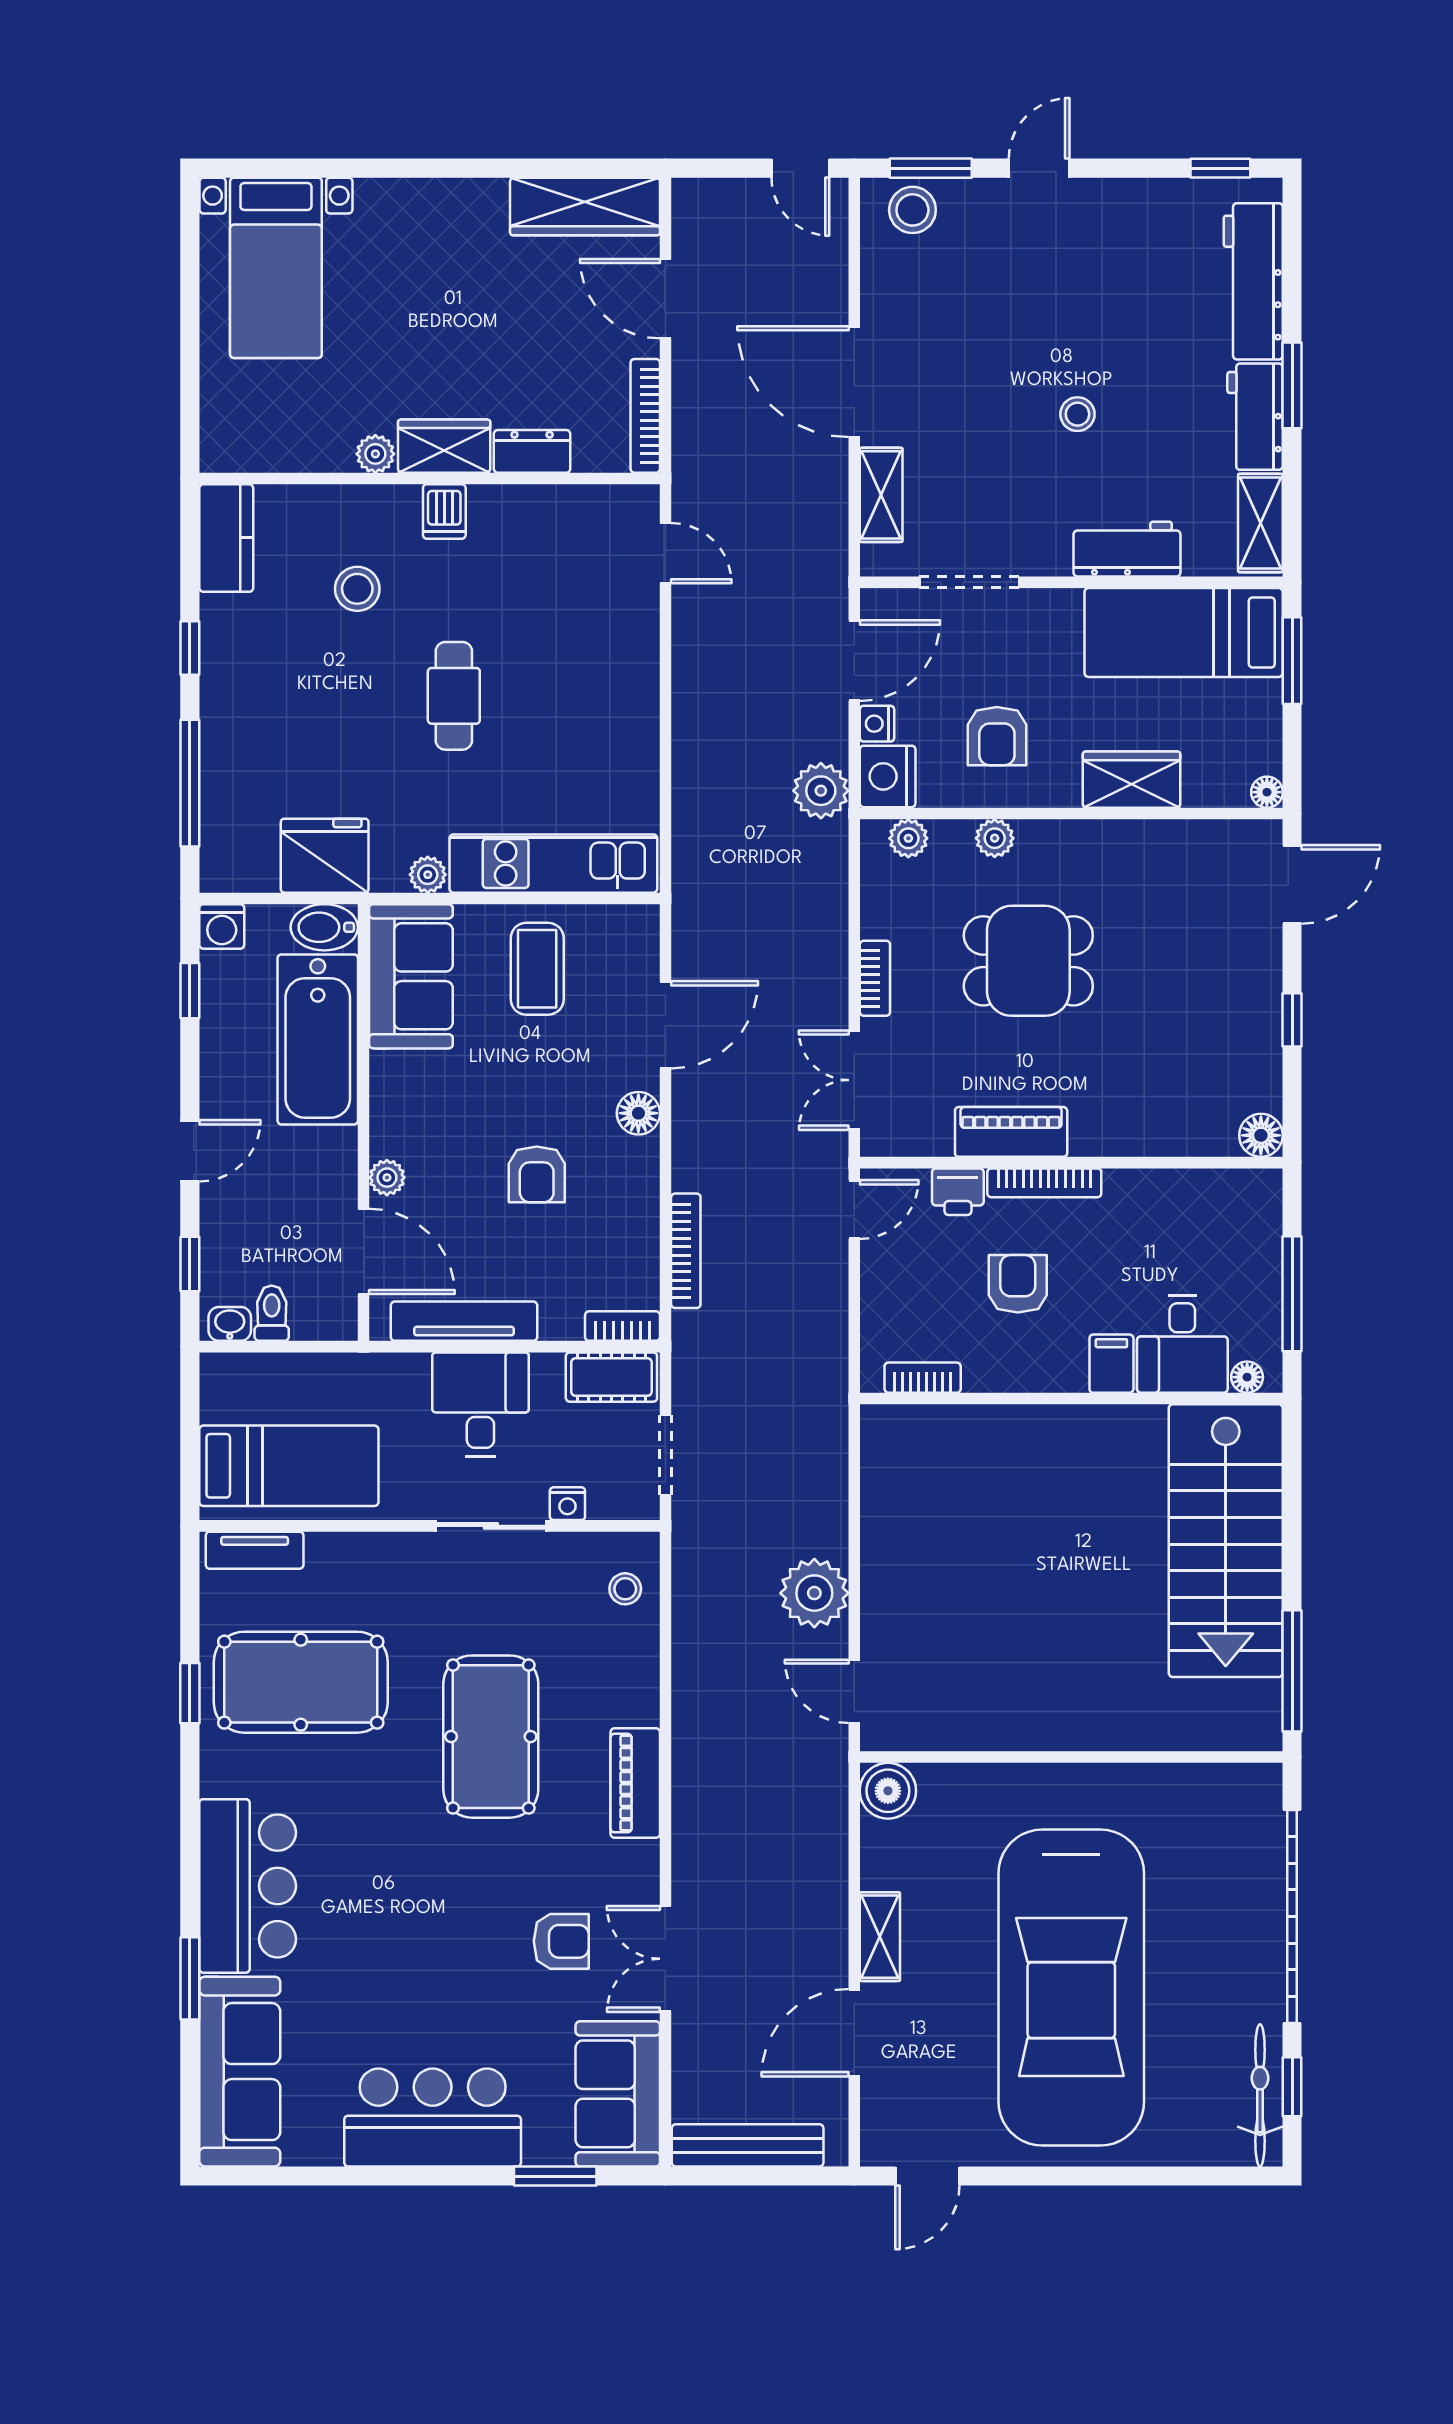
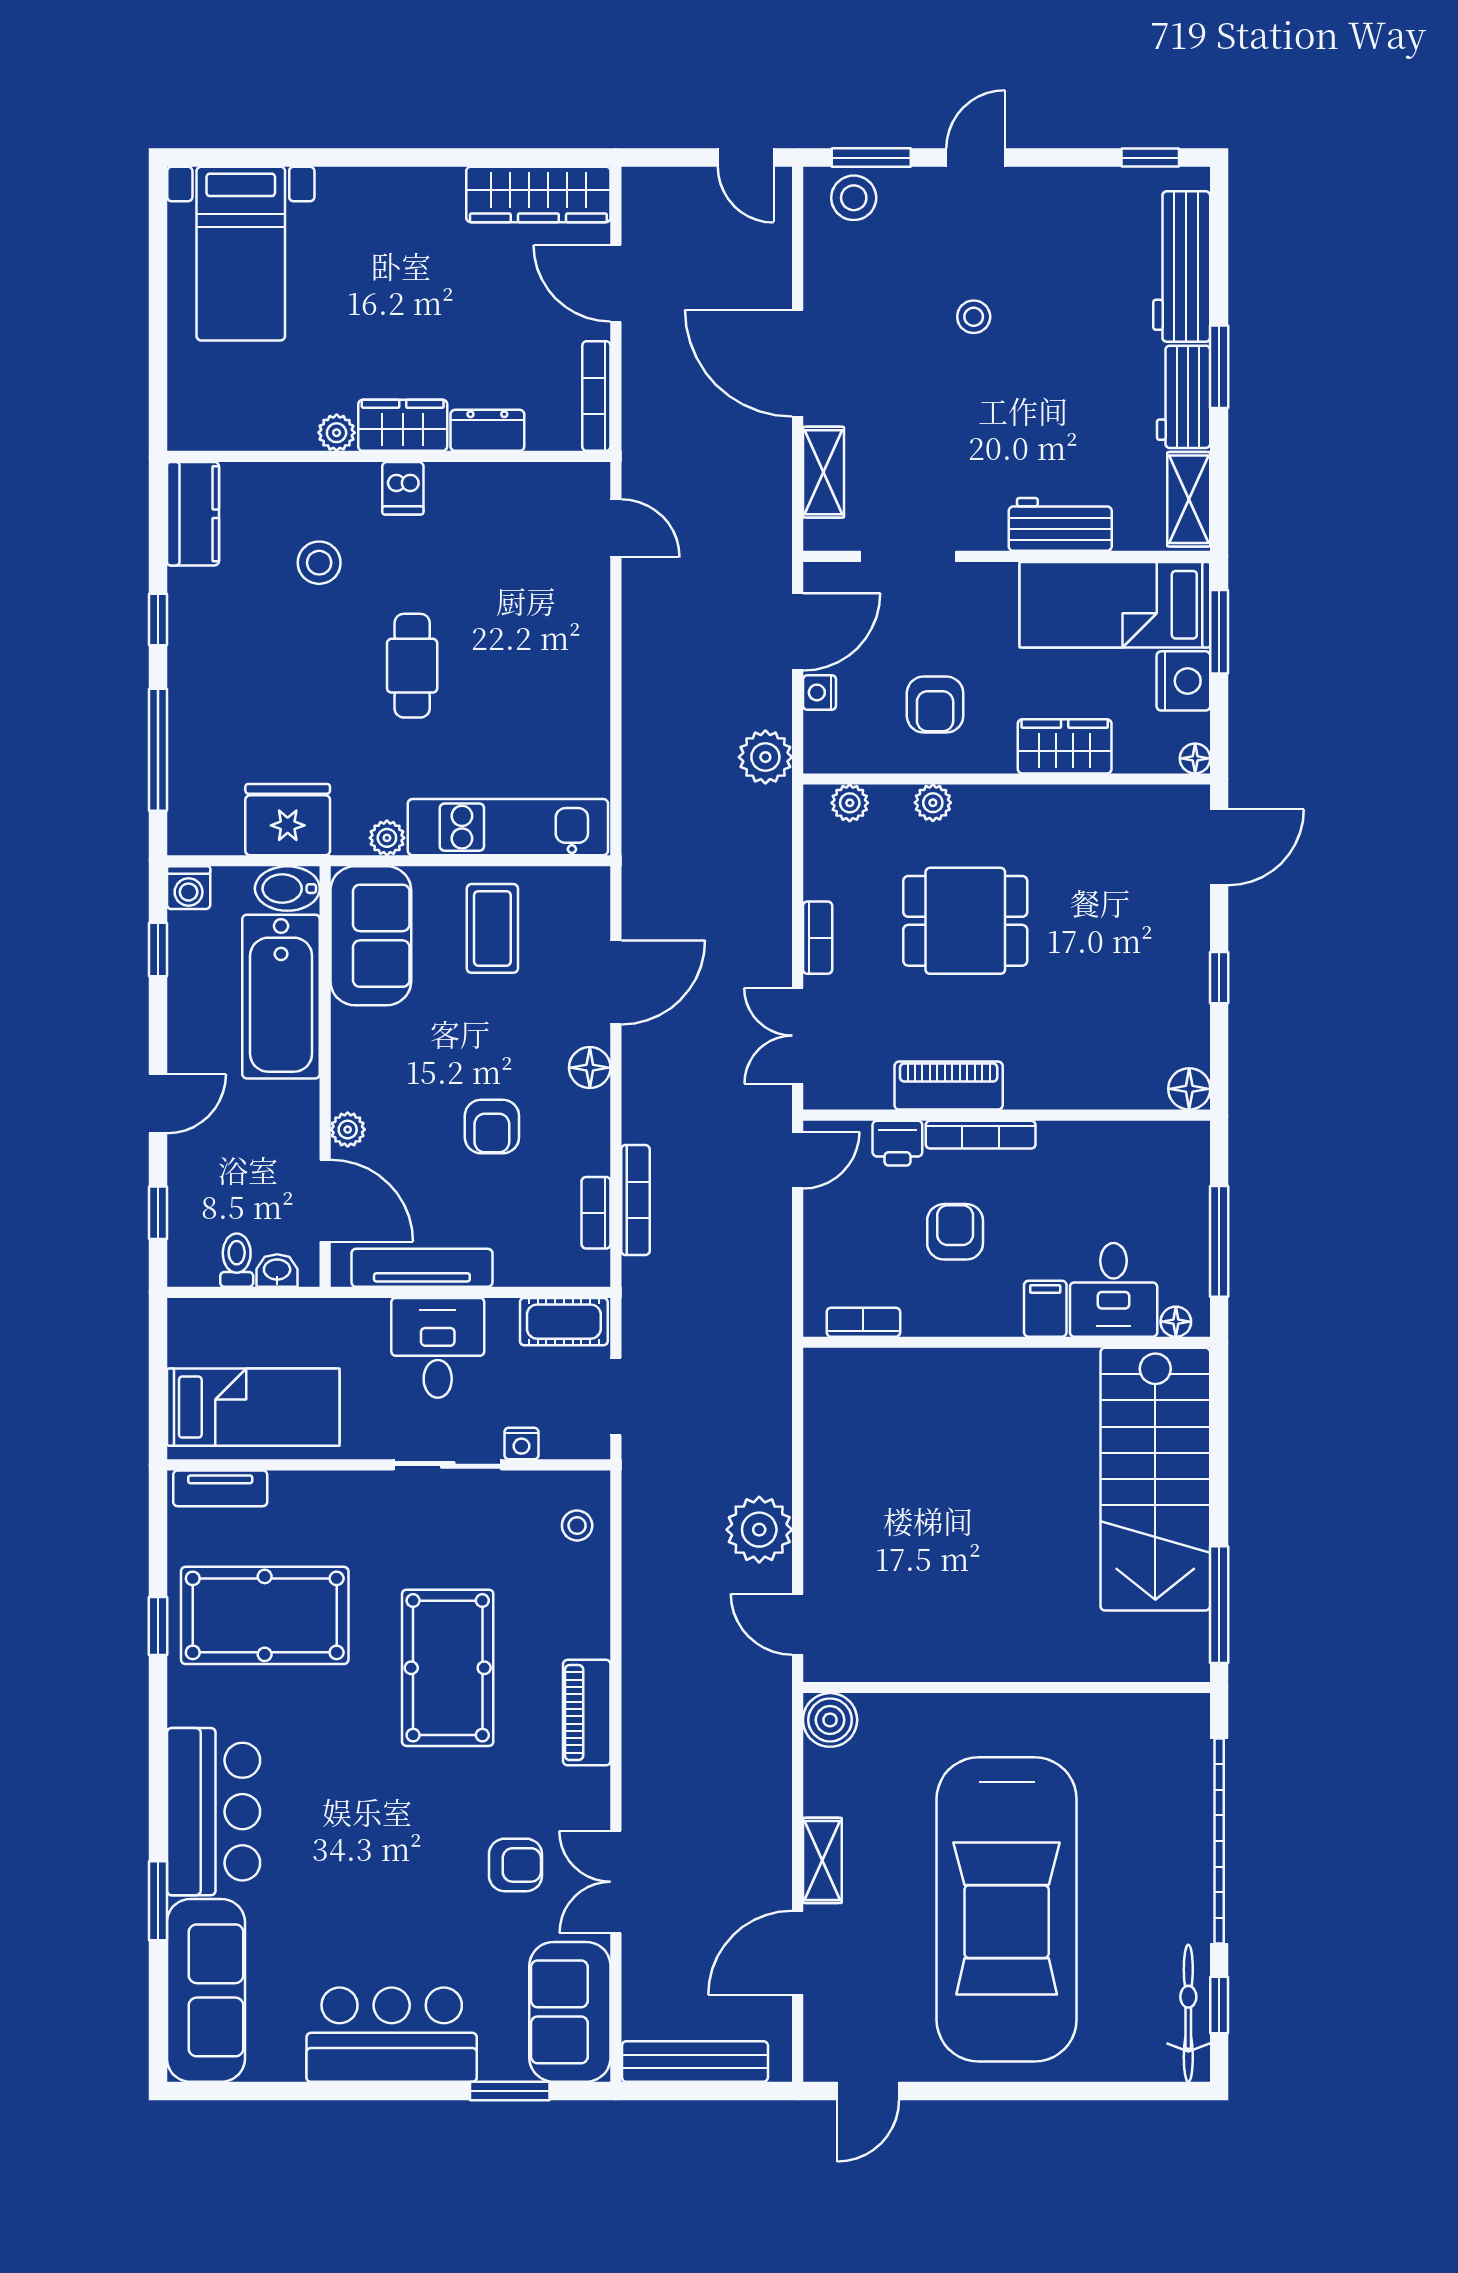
stool: (1077, 414) -> (974, 317), moved
nightstand: (888, 776) -> (1183, 681), moved, turned 180
washbasin: (230, 1324) -> (277, 1270), moved
bookcase: (623, 1326) -> (596, 1213), moved, turned -90

